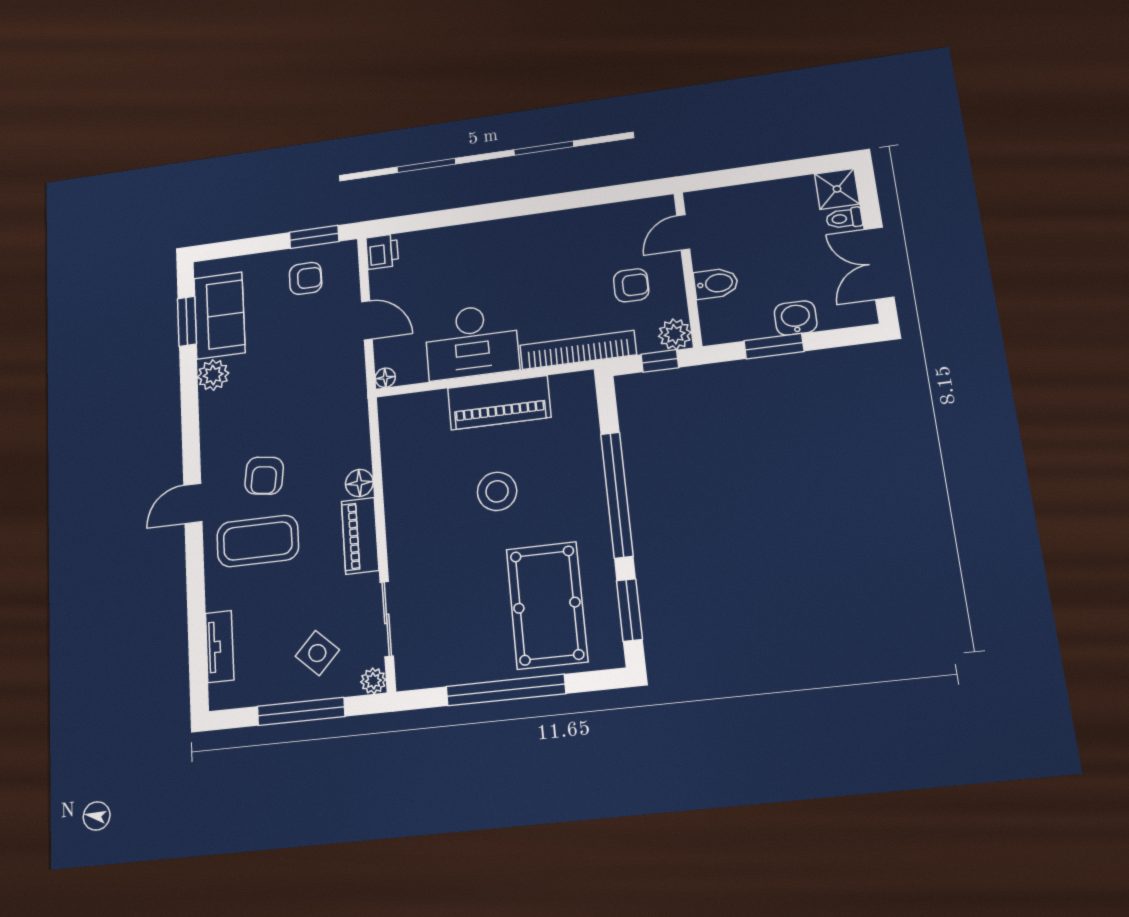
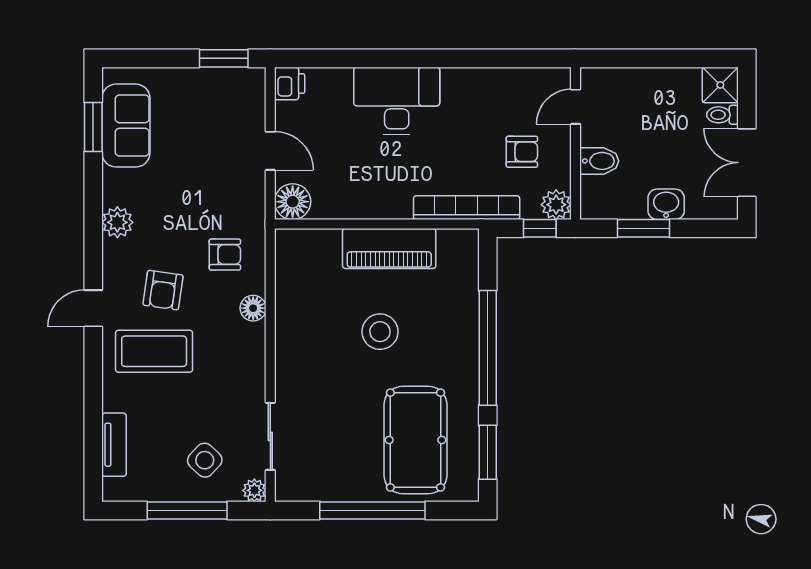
armchair: (306, 278) -> (225, 255), moved
desk: (472, 342) -> (397, 101), moved, turned 180
plant: (213, 375) -> (117, 222), moved
floor lamp: (385, 378) -> (293, 202), width x1.89, depth x1.89
piano: (360, 536) -> (251, 358), removed

